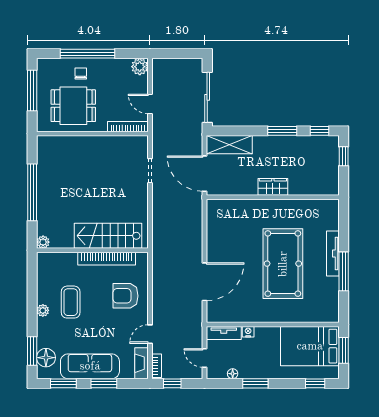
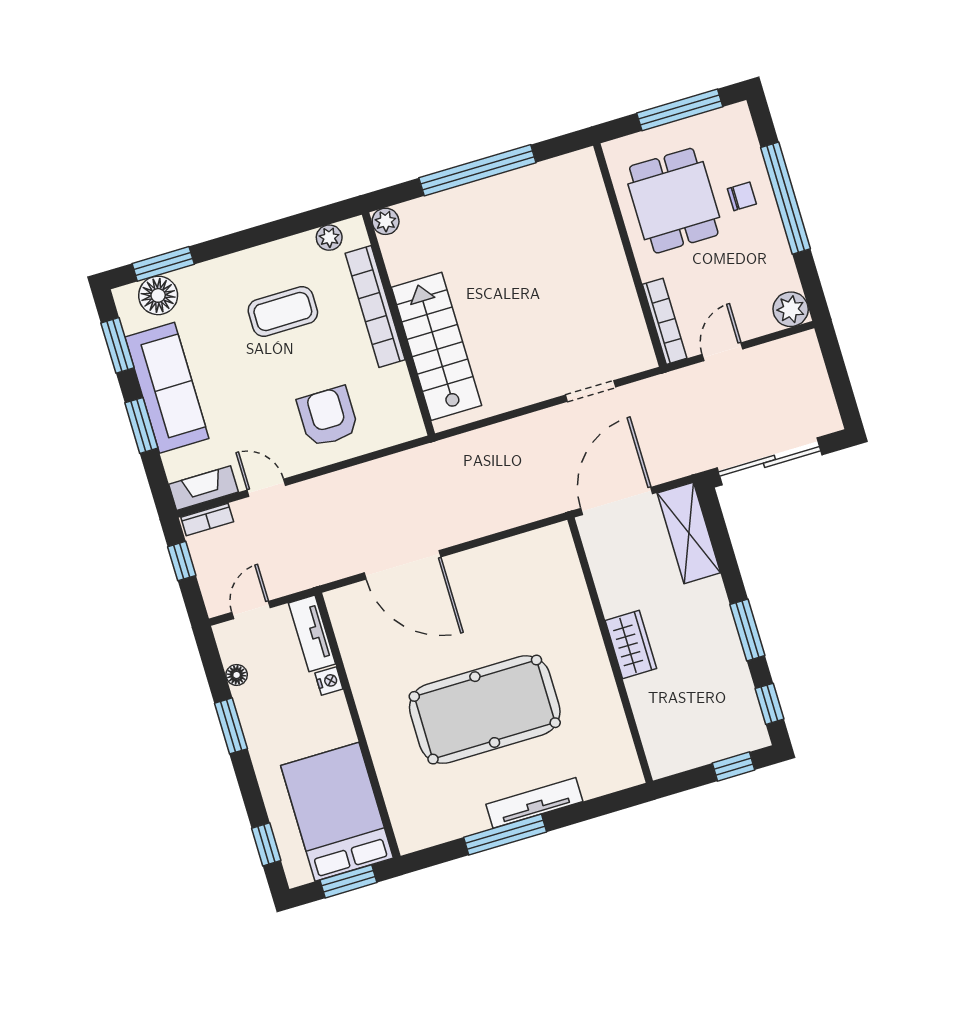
bookcase: (107, 259) -> (375, 306), moved
plant: (43, 310) -> (329, 238), moved

